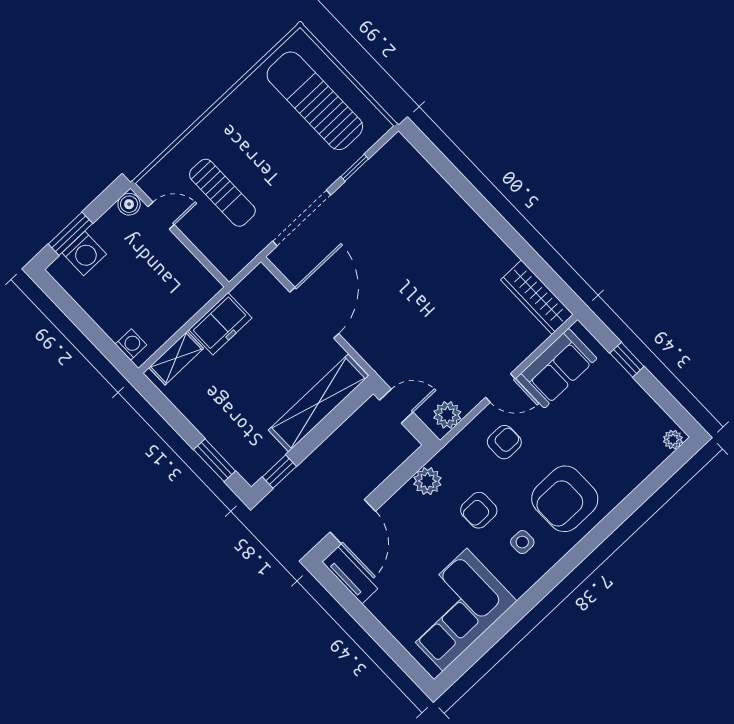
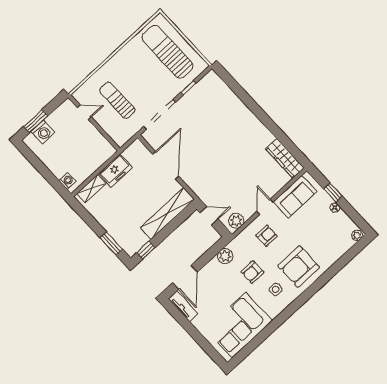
sun lounger: (222, 193) -> (117, 100), turned 180
boiler: (129, 204) -> (67, 106), removed
door: (500, 388) -> (265, 207), swing flipped
floor lamp: (631, 388) -> (335, 208), added

